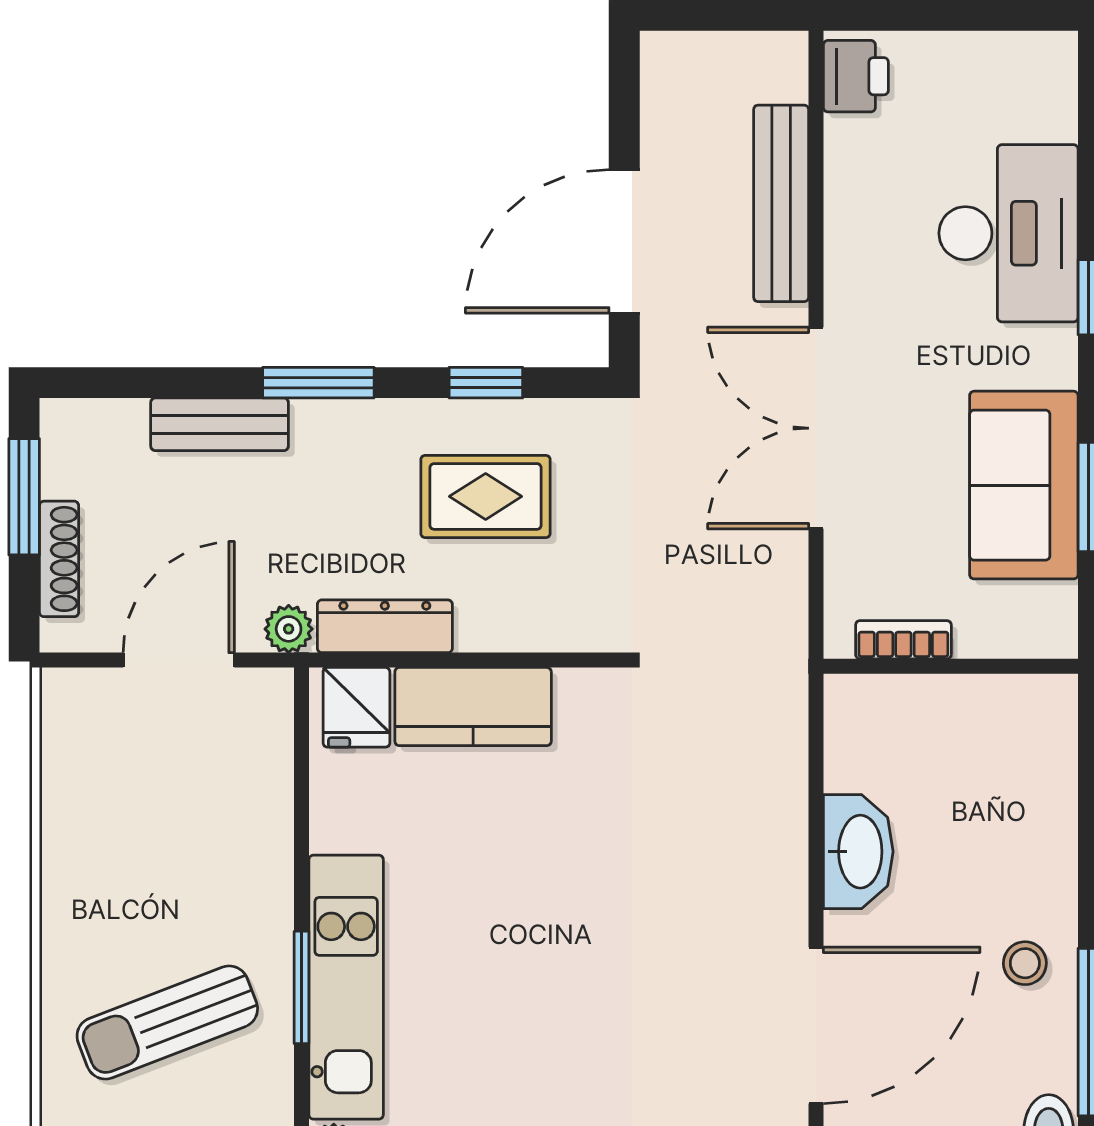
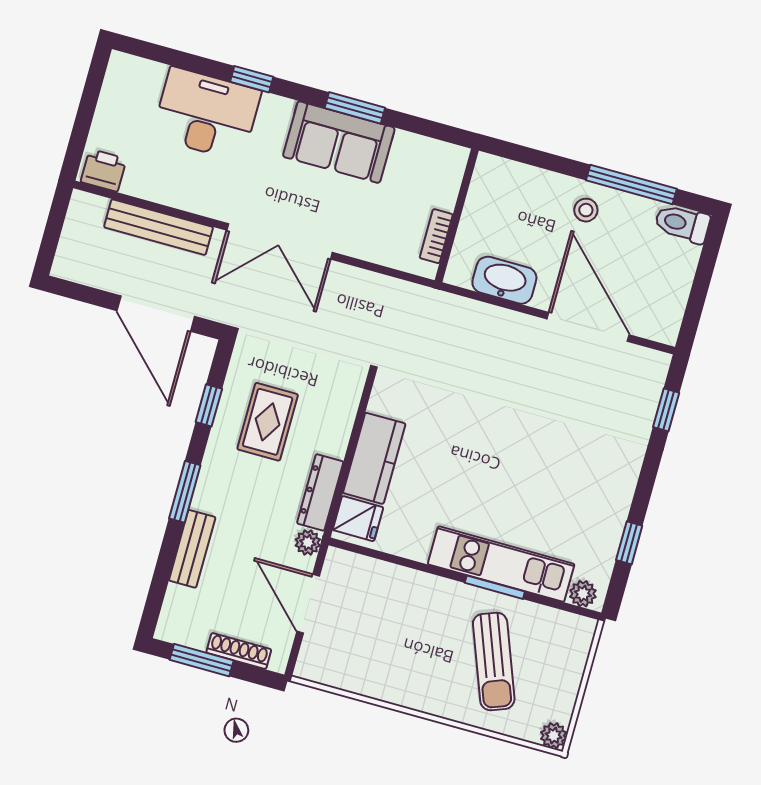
bookcase: (903, 640) -> (436, 236), moved
wall: (951, 666) -> (457, 215), moved

